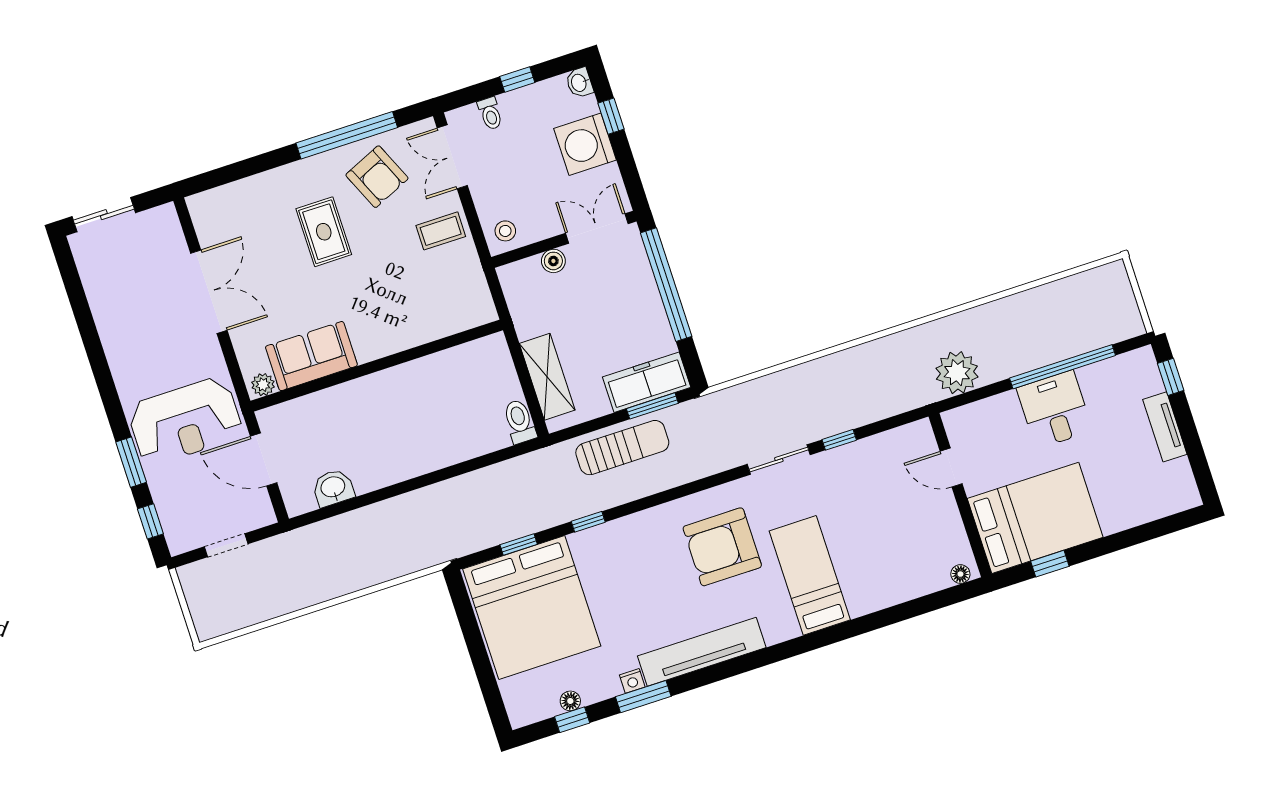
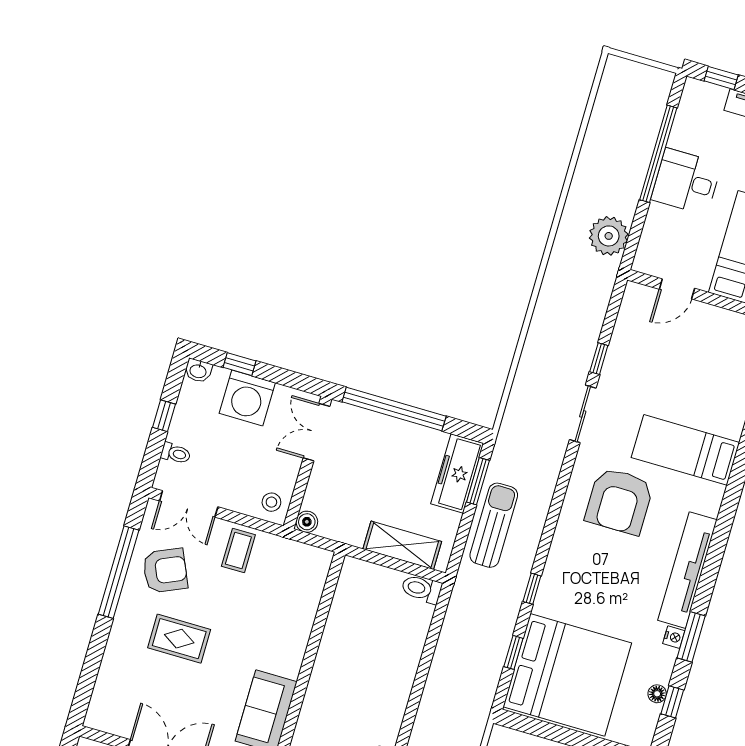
boiler: (553, 261) -> (307, 522), moved

